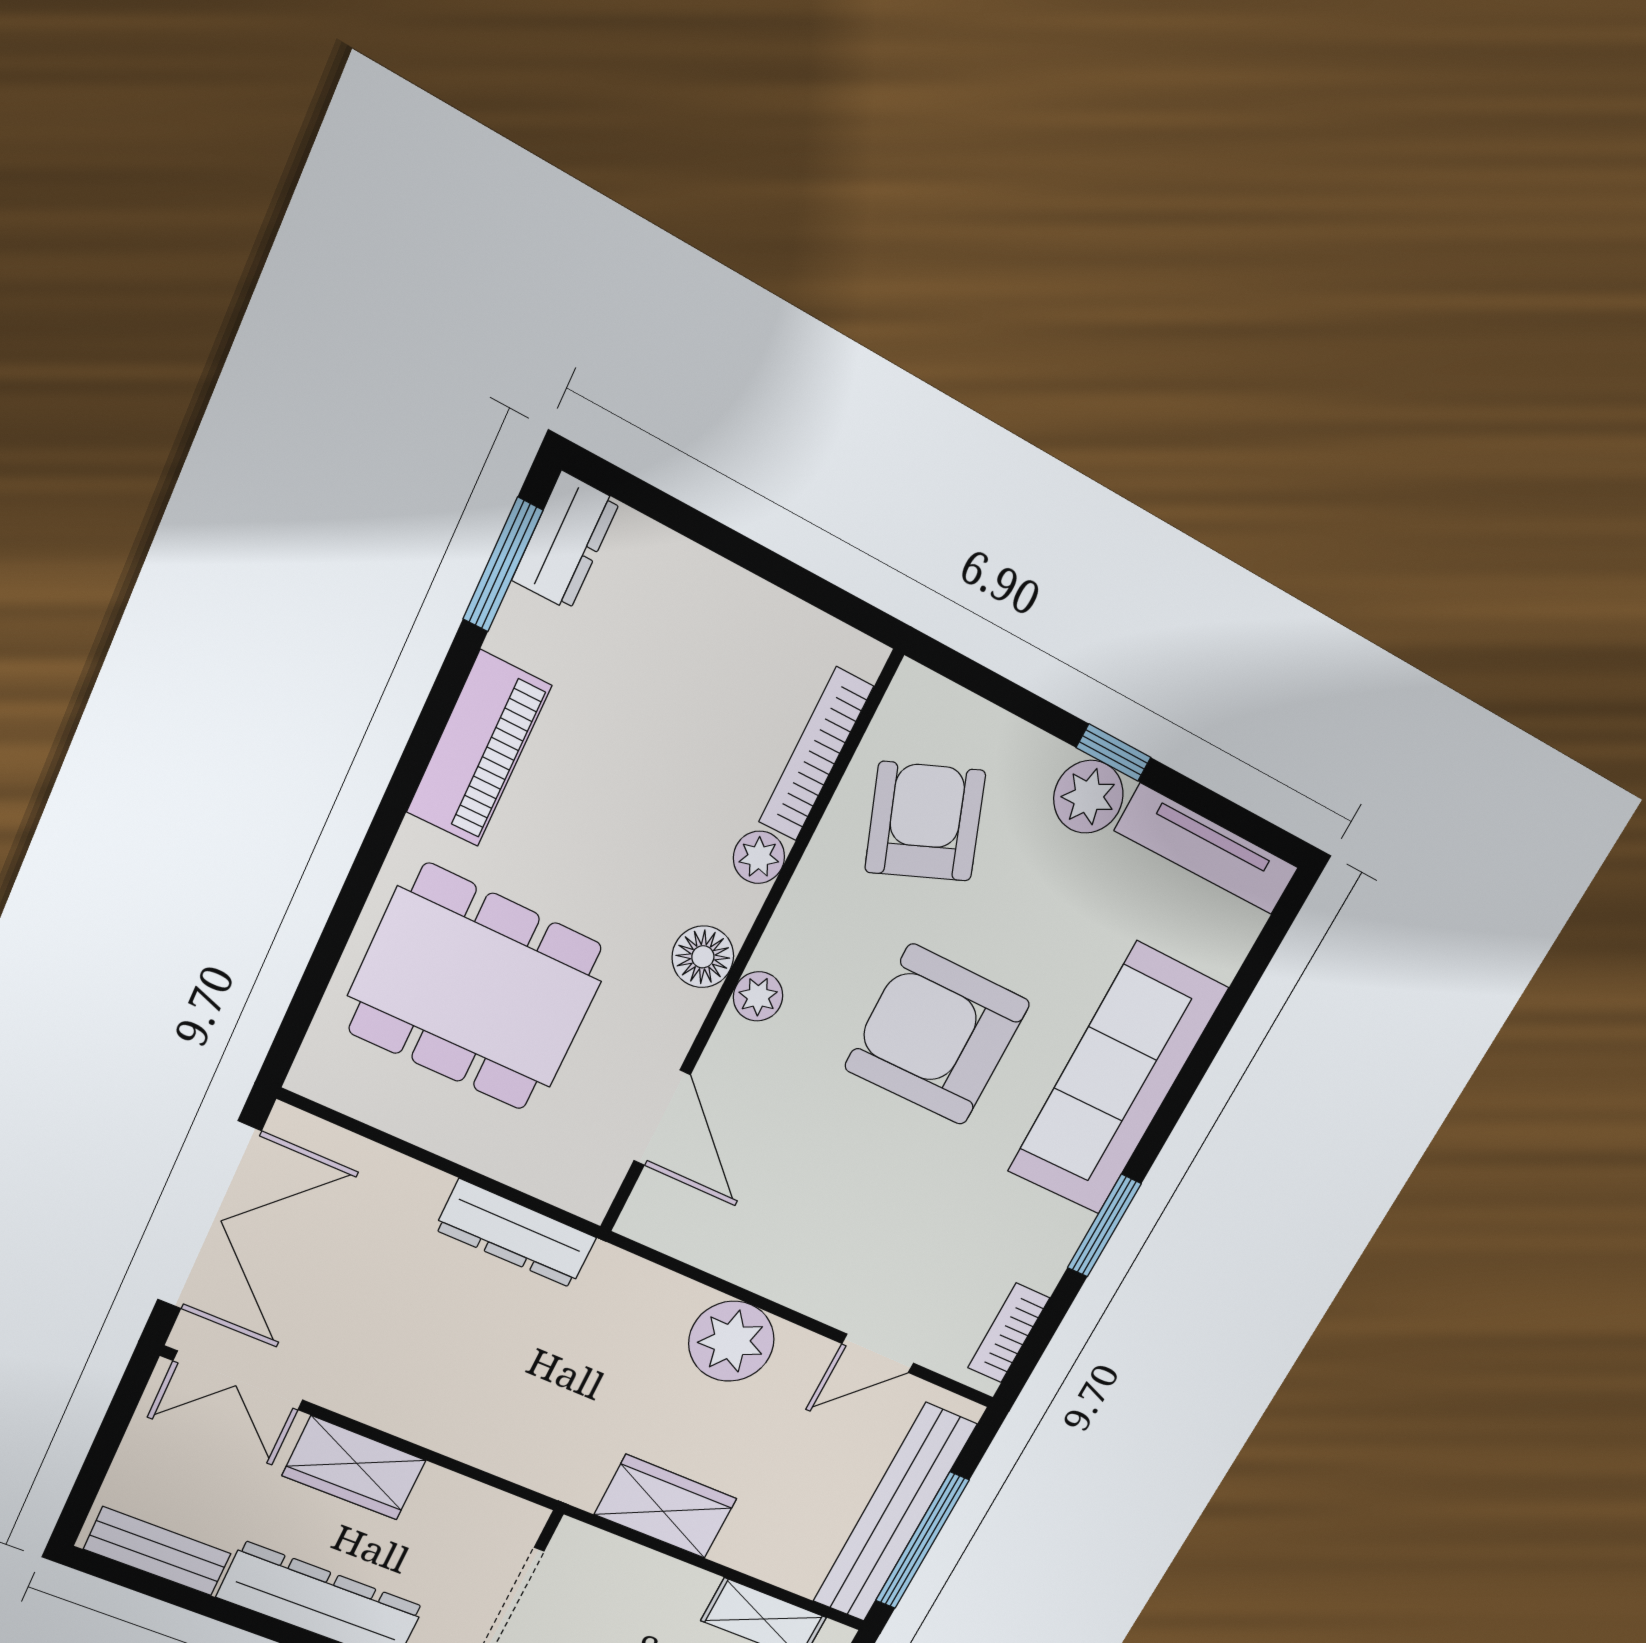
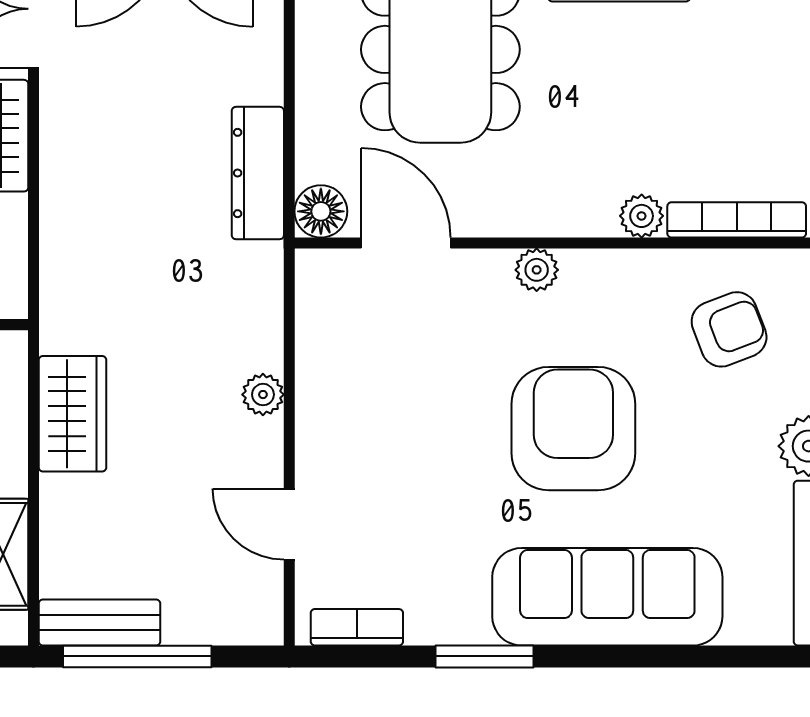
armchair: (925, 822) -> (729, 329), width x0.72, depth x0.72
floor lamp: (703, 957) -> (321, 211), moved
door: (662, 1118) -> (406, 243), swing flipped
plant: (731, 1341) -> (263, 395), width x0.53, depth x0.53
bench: (894, 1513) -> (100, 622), width x0.54, depth x0.82

